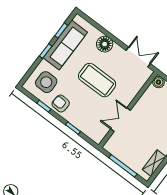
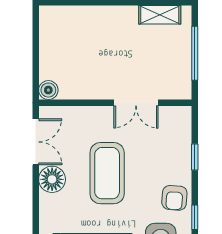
floor lamp: (105, 44) -> (52, 179), moved
double door: (138, 57) -> (36, 142), swing flipped

